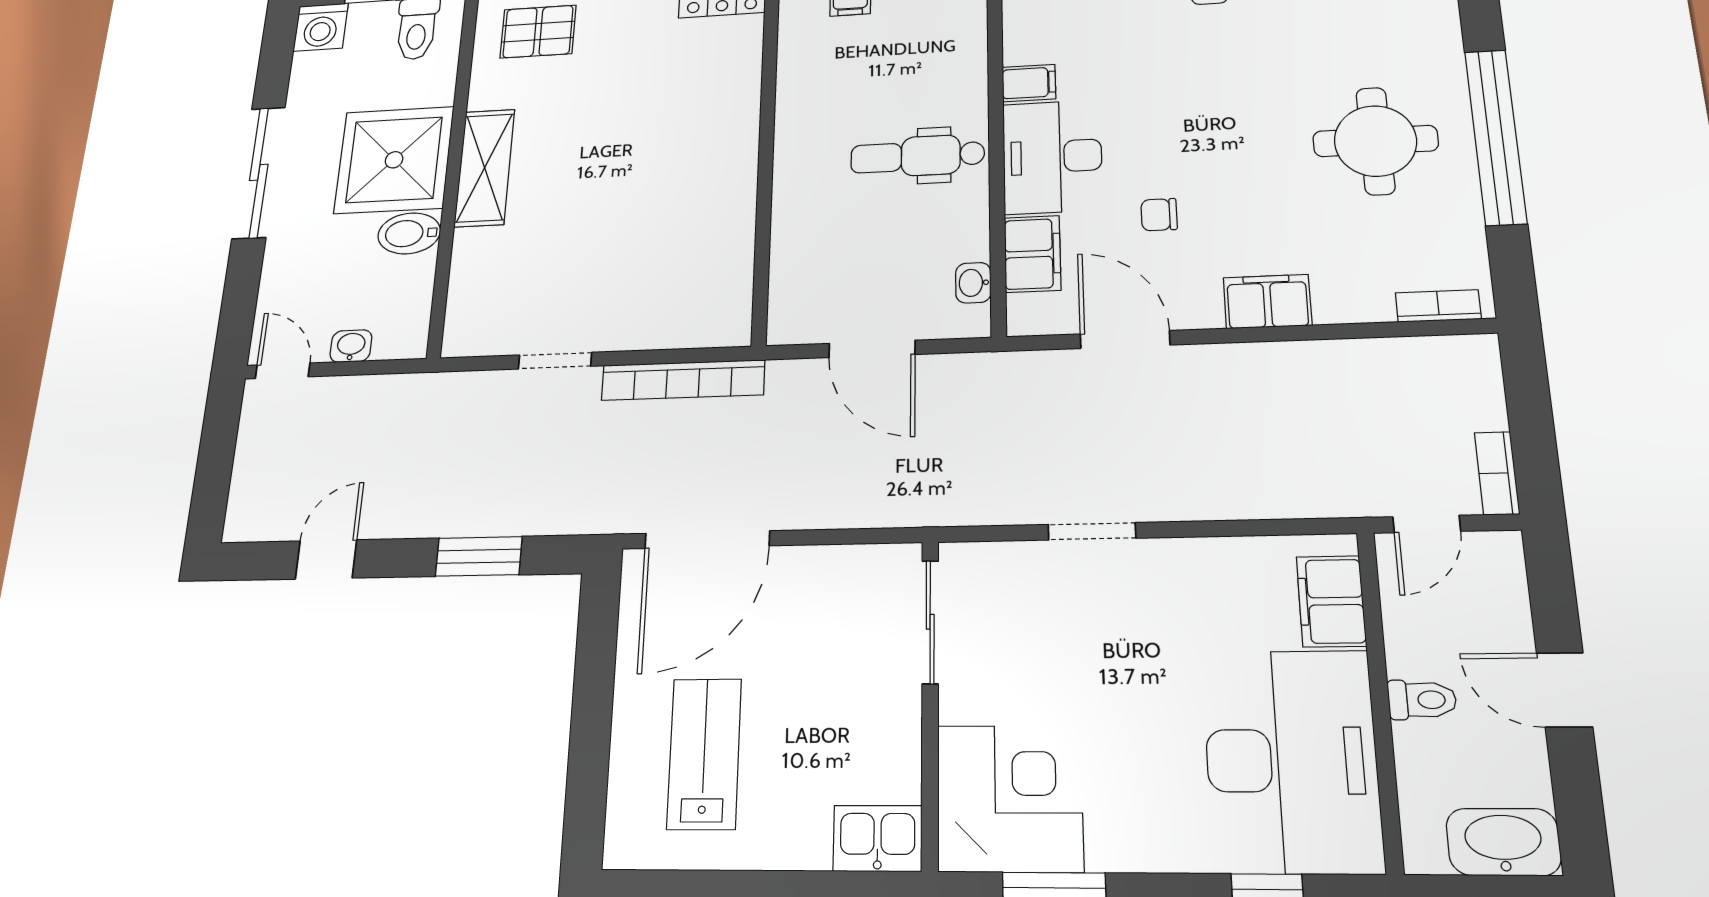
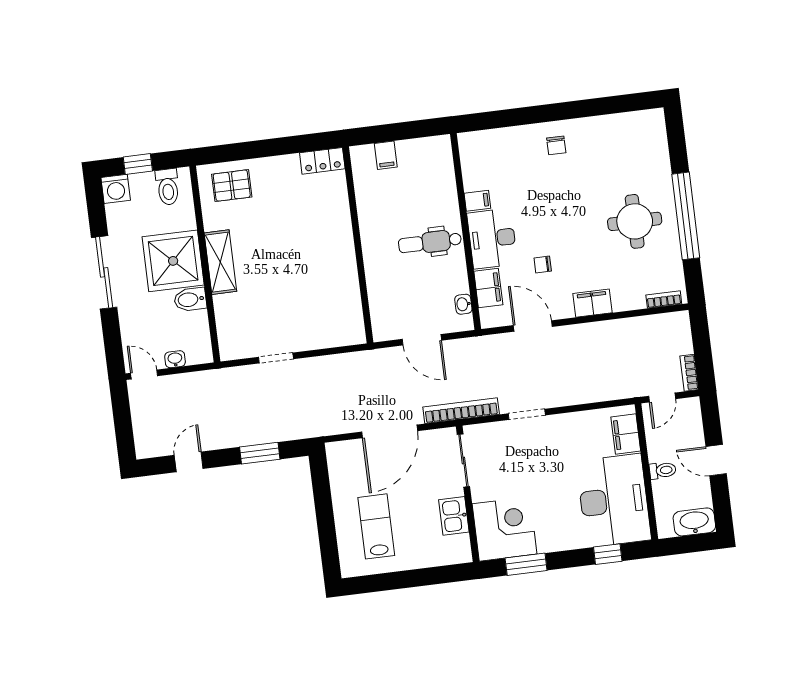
bookcase: (683, 380) -> (461, 411), moved, turned 180
door: (707, 540) -> (390, 431), moved
kitchen sink: (878, 838) -> (454, 516), moved, turned -90

